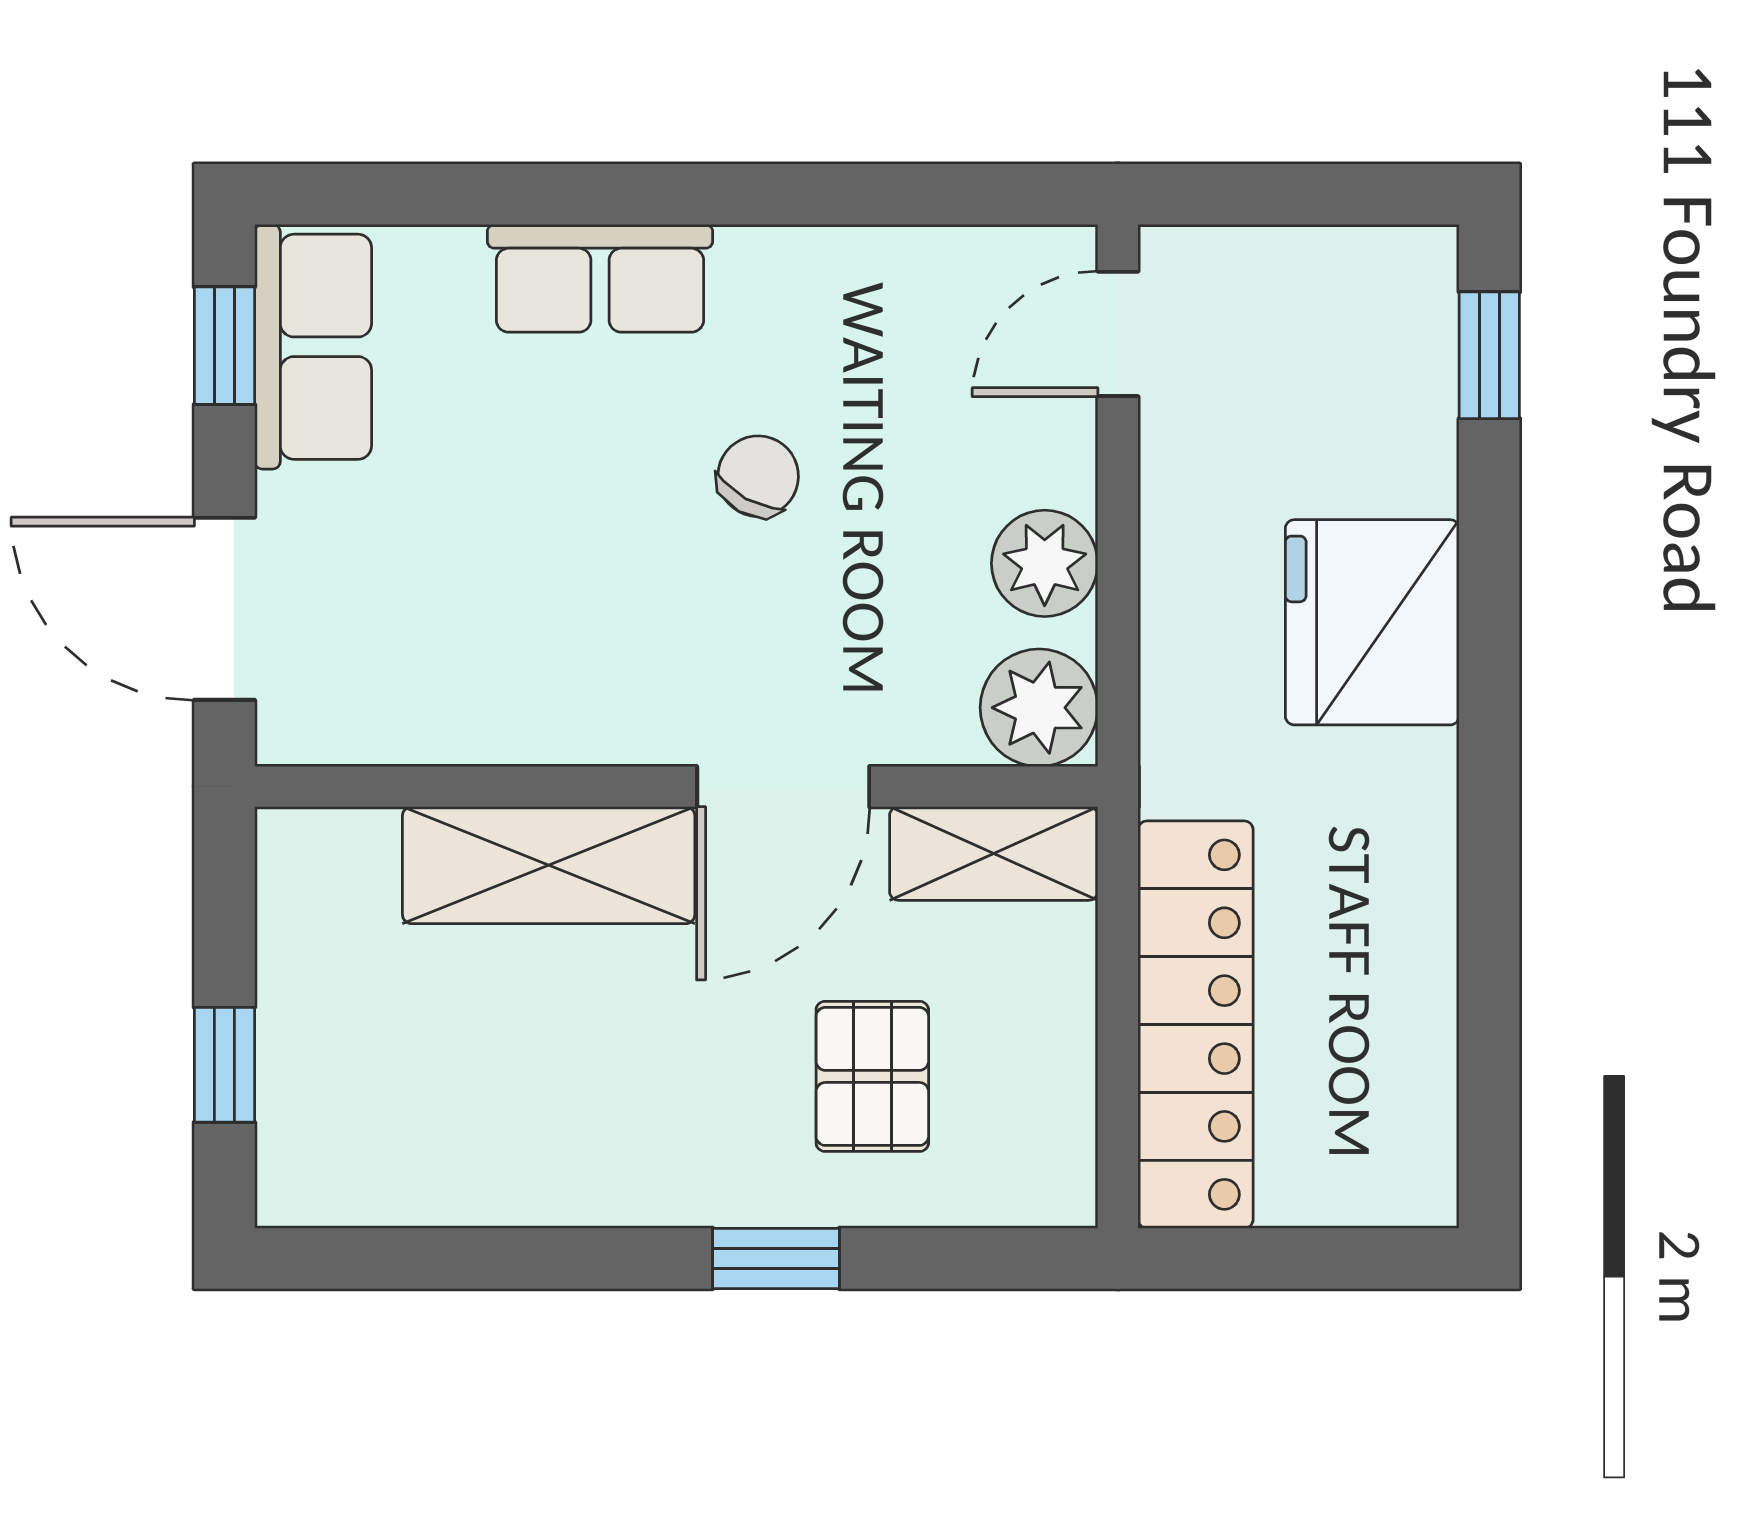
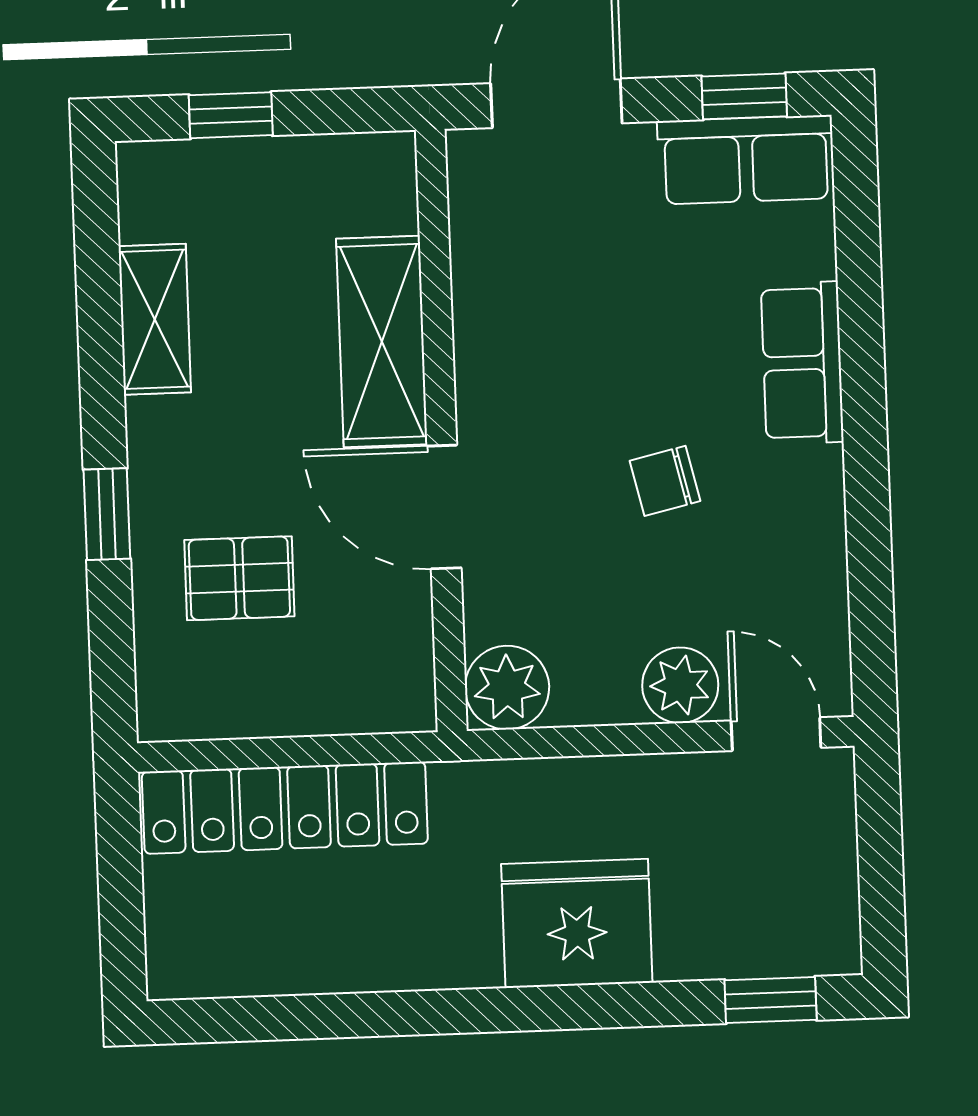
chair: (758, 476) -> (665, 481), turned 138
plant: (1045, 563) -> (680, 685), moved
shelving: (994, 854) -> (155, 319), moved

